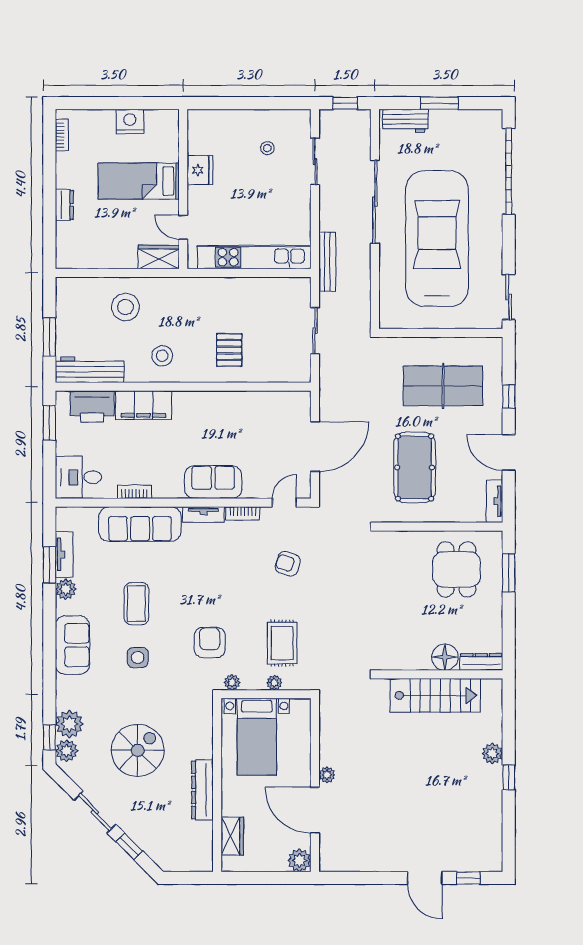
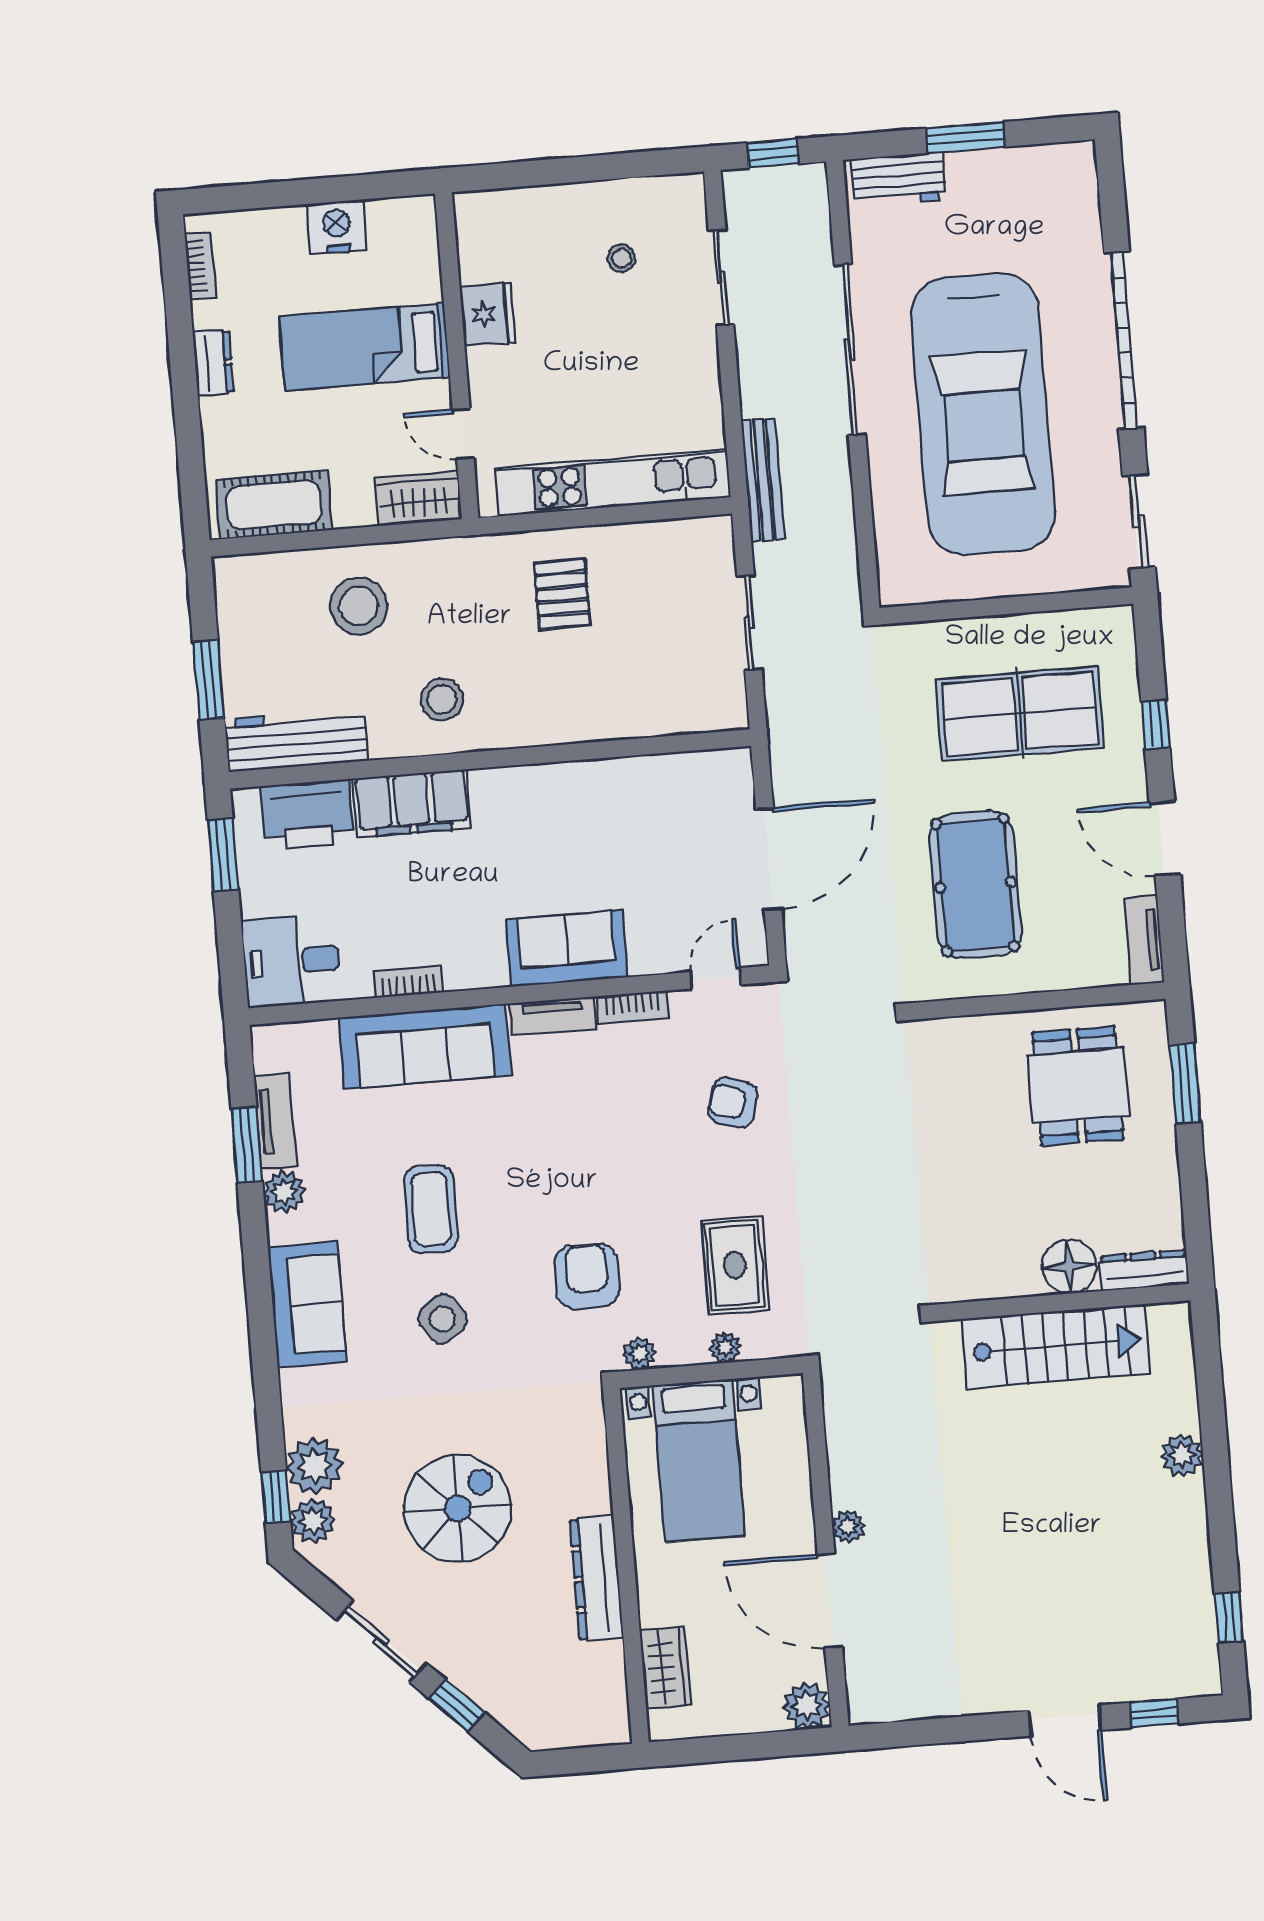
garage door: (509, 171) -> (1124, 340), moved
dresser: (64, 205) -> (213, 363), moved
car: (437, 239) -> (983, 414), turned 180
cot: (88, 254) -> (274, 505), added
pallet: (229, 350) -> (562, 594), moved
side table: (138, 657) -> (442, 1319), turned -37
window: (509, 778) -> (1229, 1617), moved

